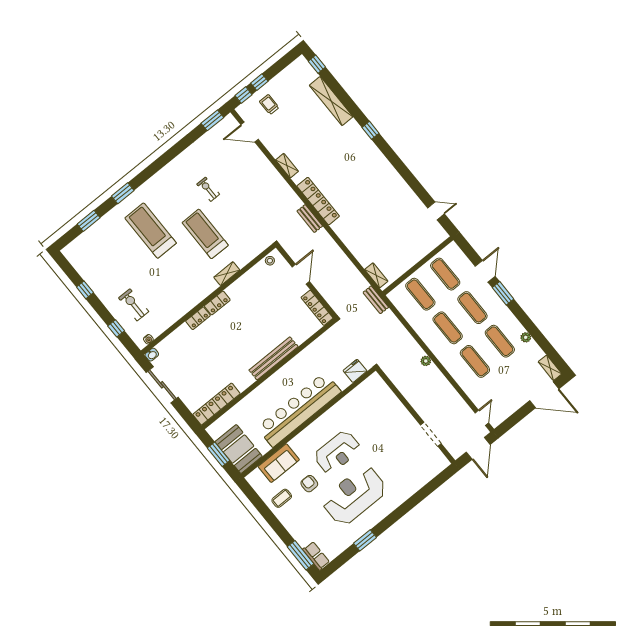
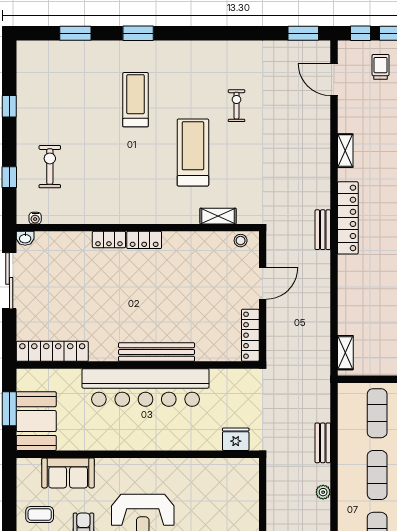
treadmill: (151, 231) -> (136, 100), width x0.73, depth x0.73
shelving: (227, 274) -> (218, 216), moved
bench: (376, 300) -> (323, 443), moved
bar counter: (299, 410) -> (146, 388), moved, turned 180

